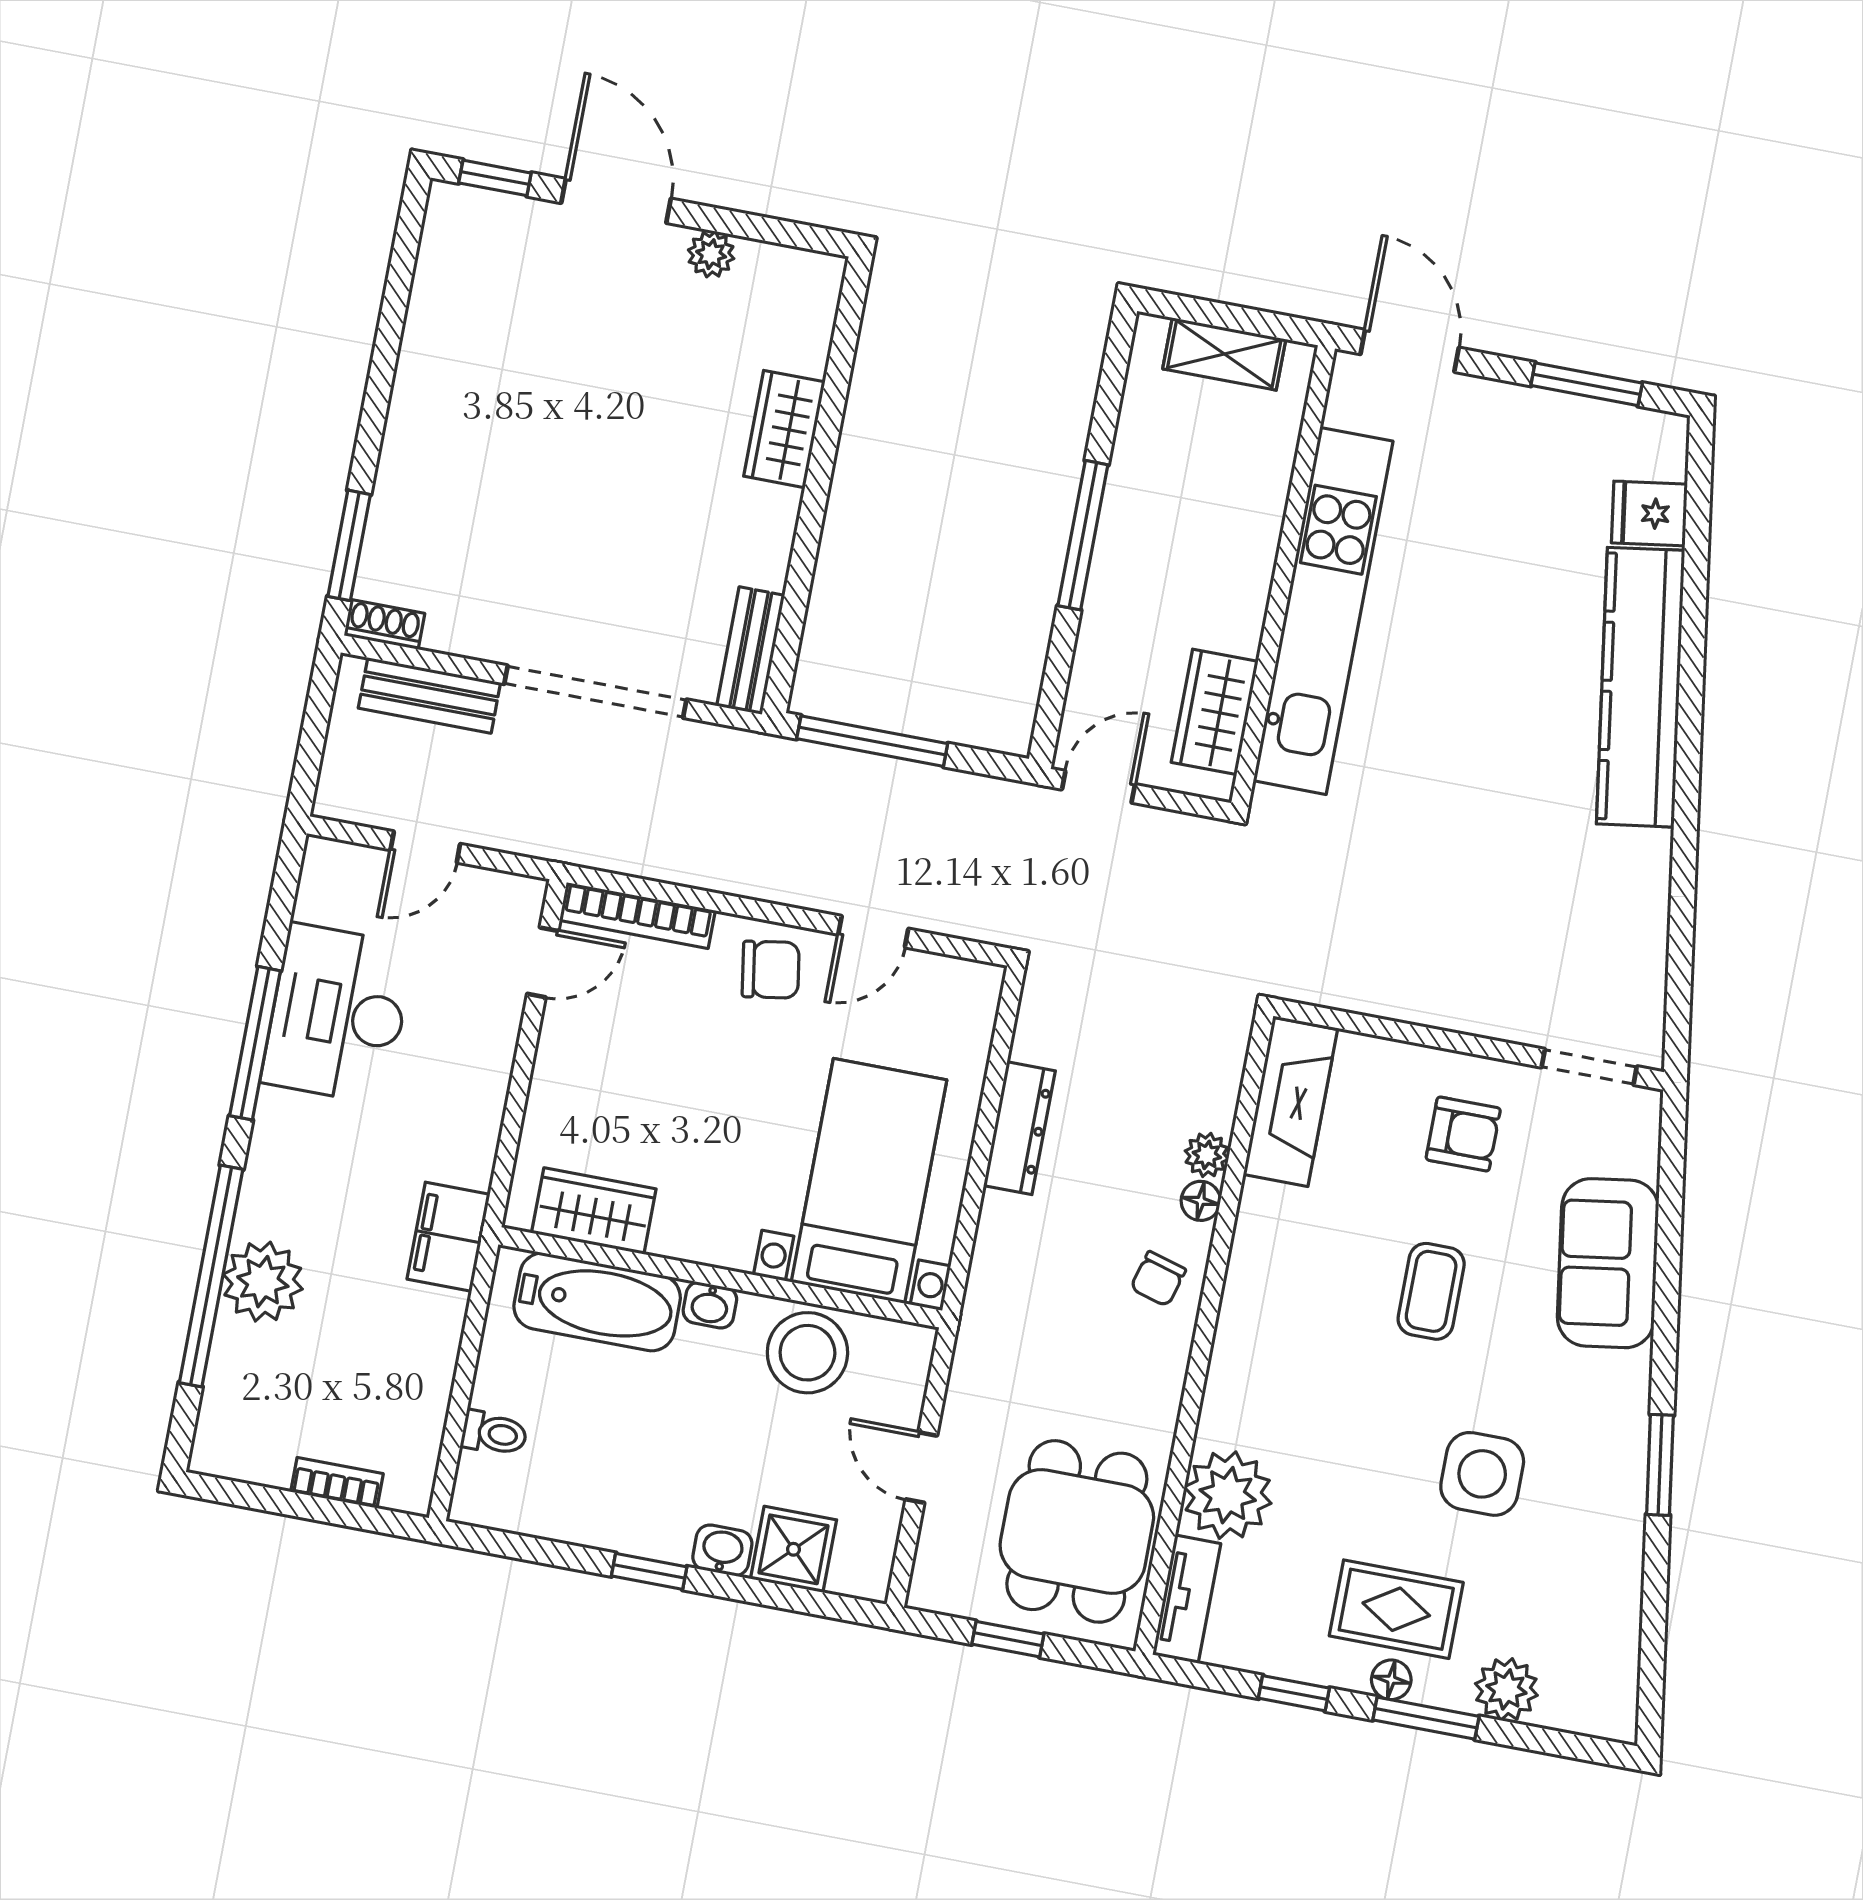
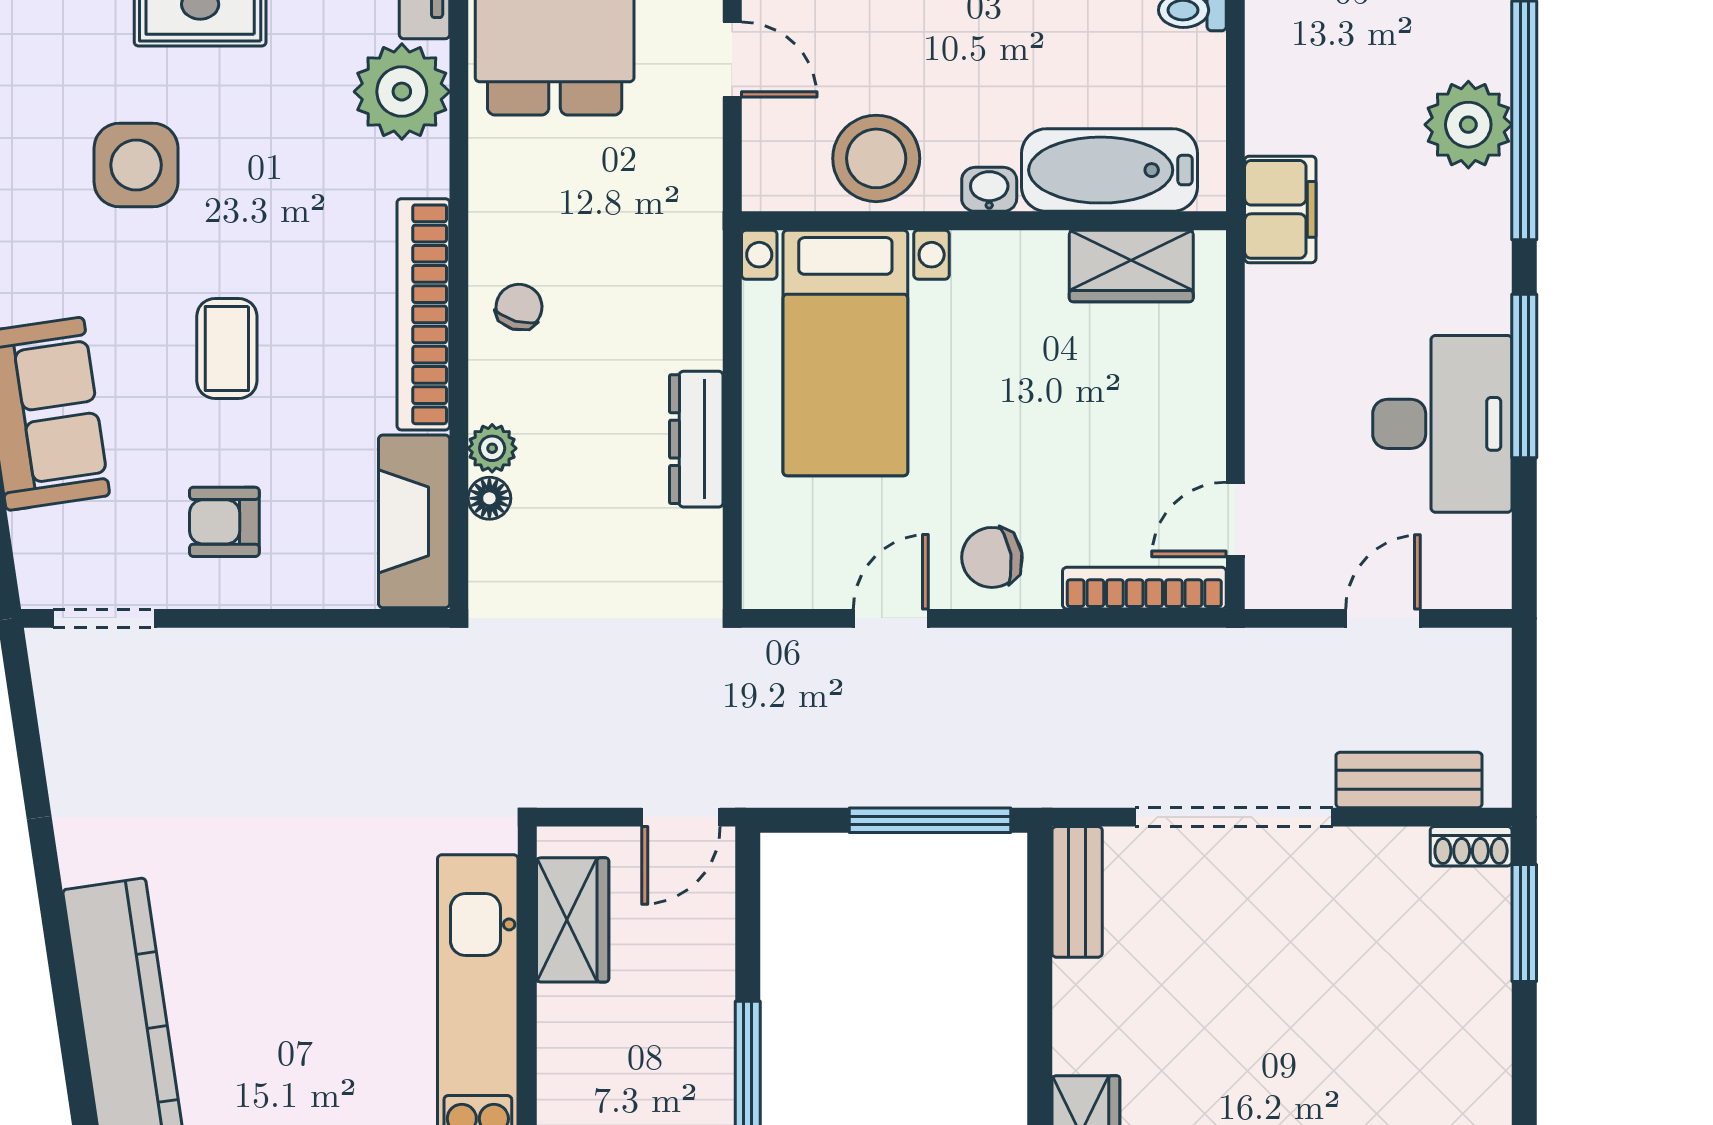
floor lamp: (1201, 1201) -> (489, 498), moved
bookcase: (1246, 1289) -> (423, 314), added

